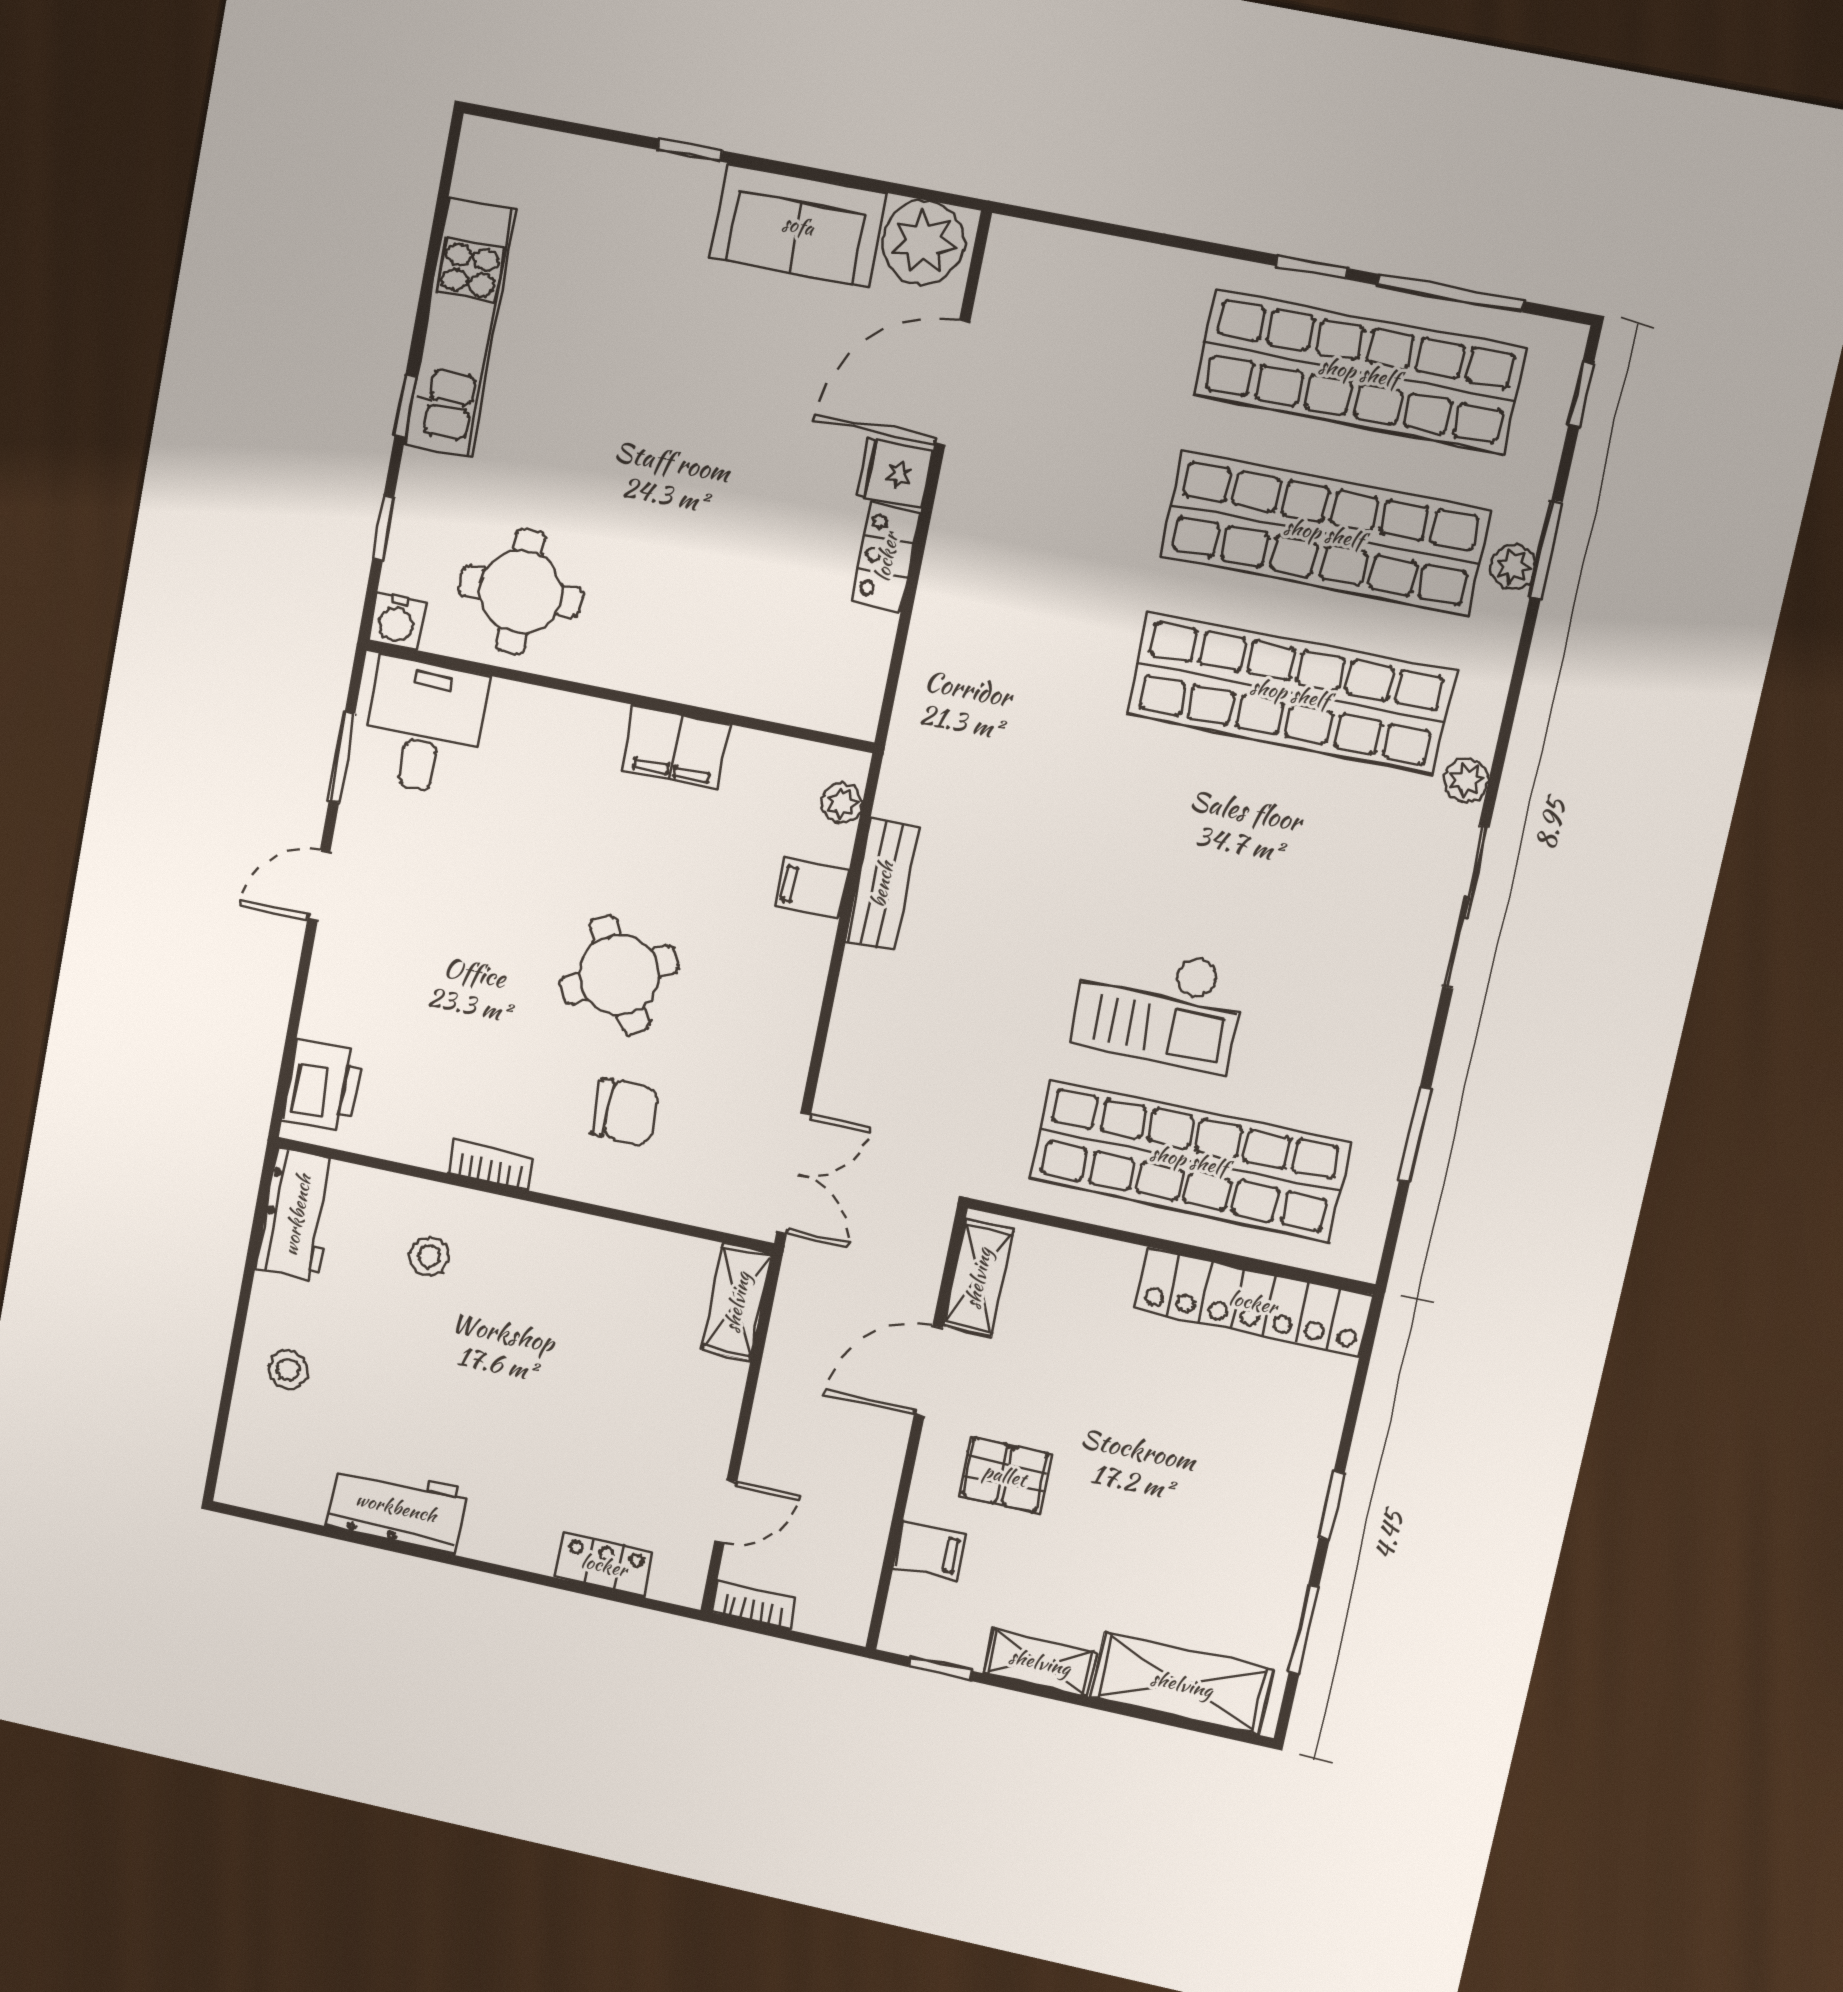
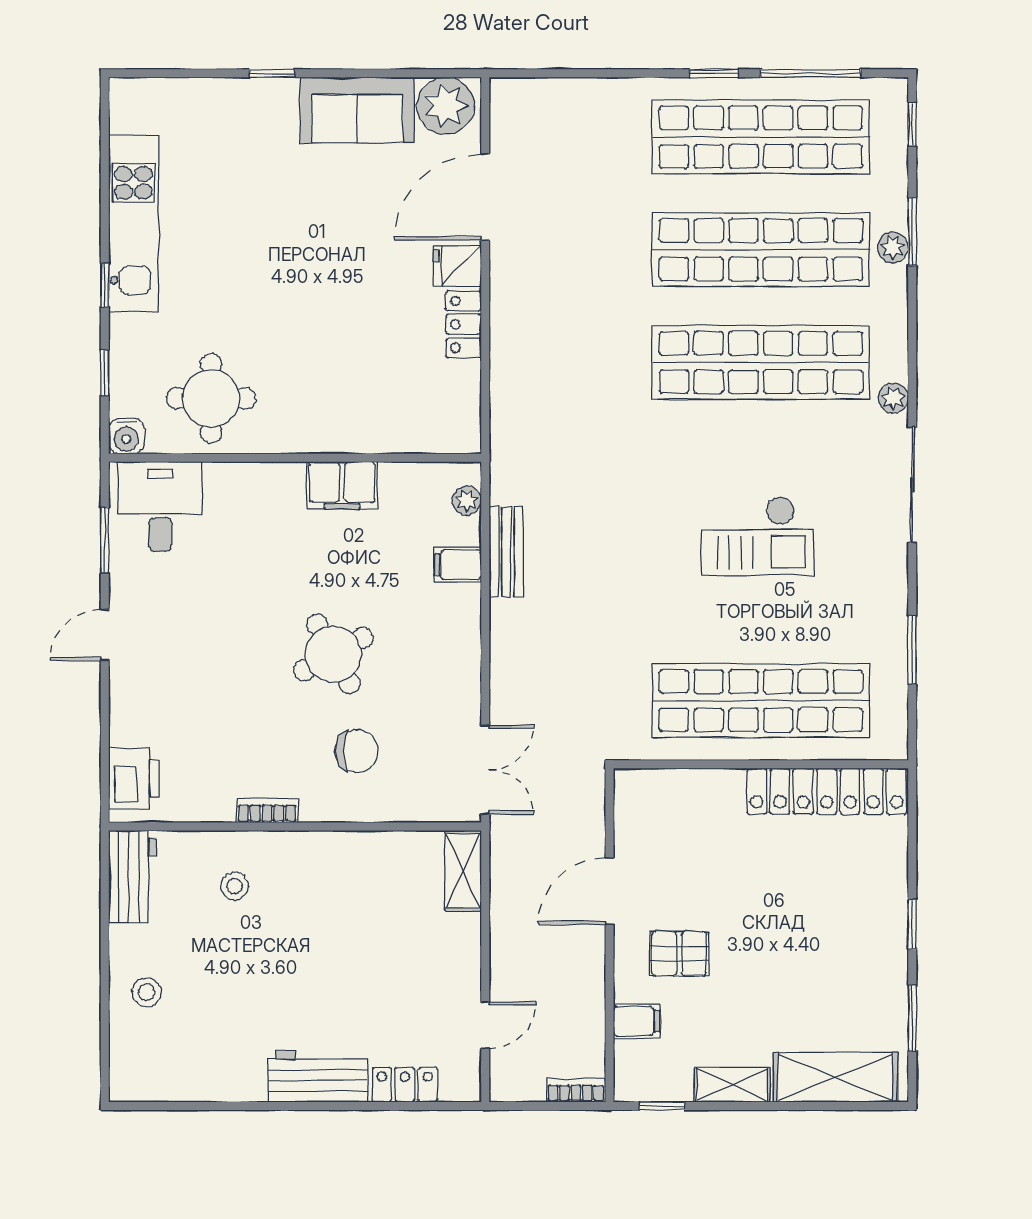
checkout: (1158, 1005) -> (758, 536), moved
shelving: (978, 1278) -> (631, 816), removed
workbench: (396, 1507) -> (318, 1076), moved
bookcase: (753, 1606) -> (576, 1090), moved

